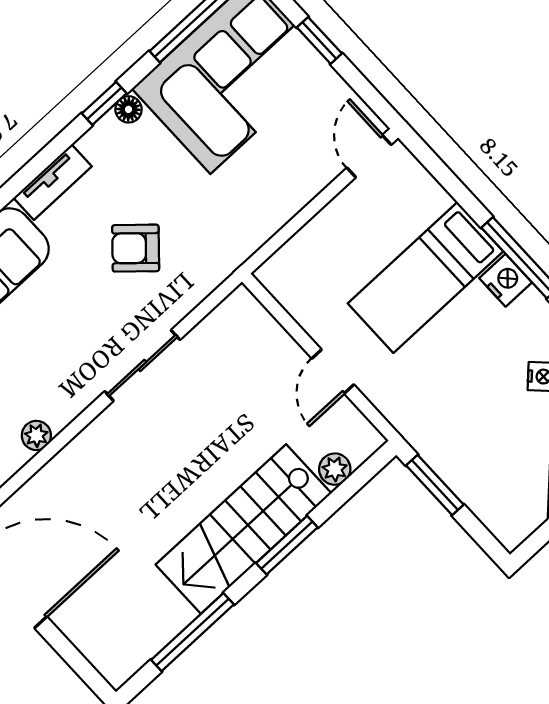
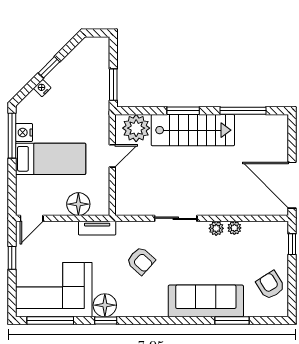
window: (319, 40) -> (12, 258), moved
floor lamp: (129, 109) -> (105, 305), width x1.89, depth x1.89
tv unit: (53, 182) -> (97, 228), moved, turned 180
floor lamp: (316, 246) -> (78, 204), added
plant: (64, 408) -> (216, 228), added
plant: (335, 469) -> (136, 128), width x1.88, depth x1.88

